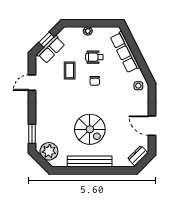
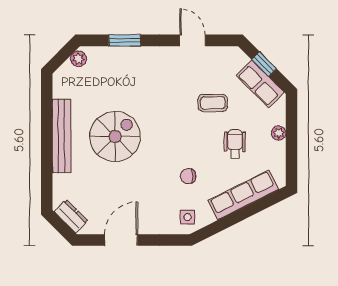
row of seats: (51, 49) -> (260, 84), moved
chair: (95, 81) -> (188, 176), moved
spiral stairs: (90, 129) -> (115, 137), turned 180
window: (32, 134) -> (125, 40), moved
plant: (49, 151) -> (78, 59), width x0.53, depth x0.53

